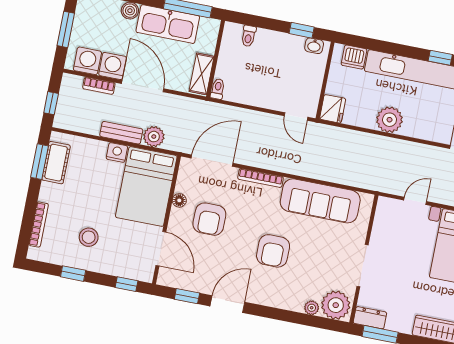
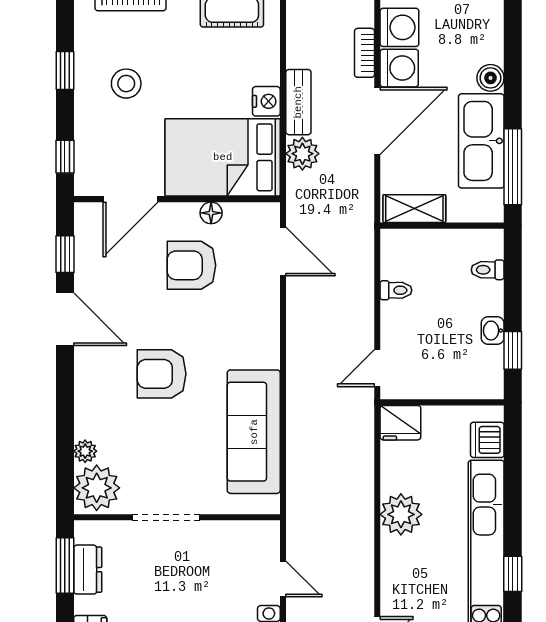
washbasin: (314, 46) -> (493, 331), moved
toilet: (218, 89) -> (396, 290), moved
door: (212, 161) -> (283, 251), width x0.73
bookcase: (261, 178) -> (271, 332), removed
dresser: (370, 318) -> (88, 570), moved

